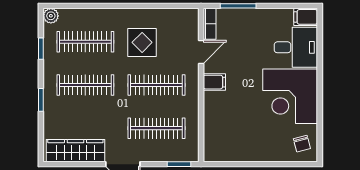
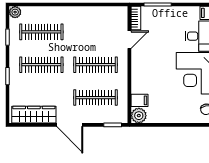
display table: (142, 42) -> (84, 32), removed
filing cabinet: (214, 82) -> (140, 100), moved
plant: (213, 152) -> (139, 116), added

